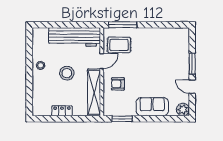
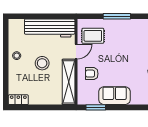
window: (123, 25) -> (117, 16), moved
sofa: (152, 107) -> (115, 96), moved
locker: (62, 111) -> (18, 100), moved

